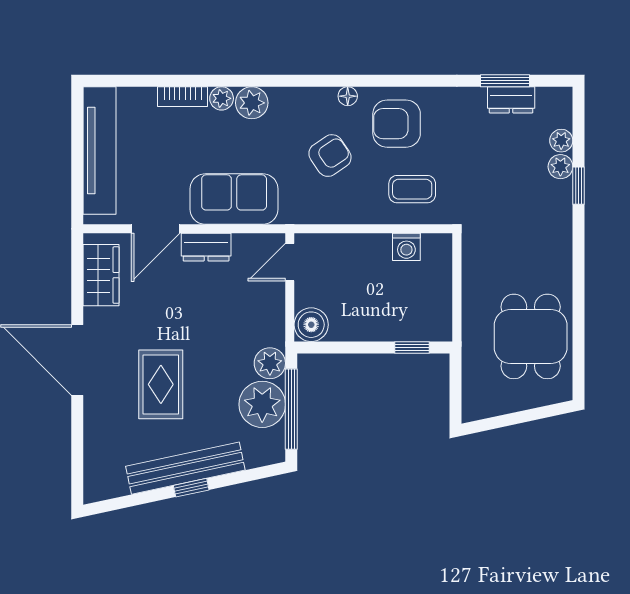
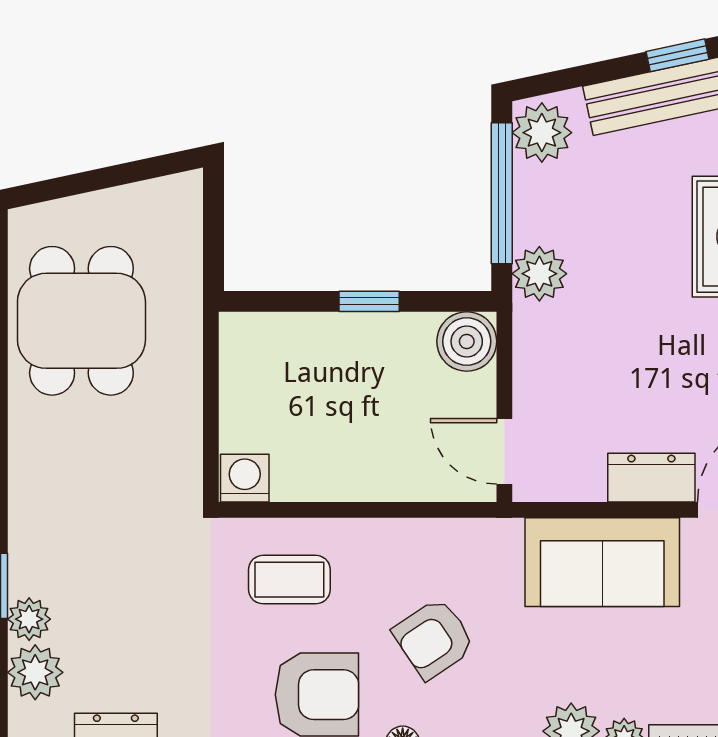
plant: (561, 141) -> (35, 672), width x1.38, depth x1.38
washing machine: (406, 247) -> (245, 478), moved
door: (290, 262) -> (504, 451), swing flipped
window: (412, 348) -> (369, 301), moved
plant: (262, 404) -> (542, 133), moved, width x0.73, depth x0.73

